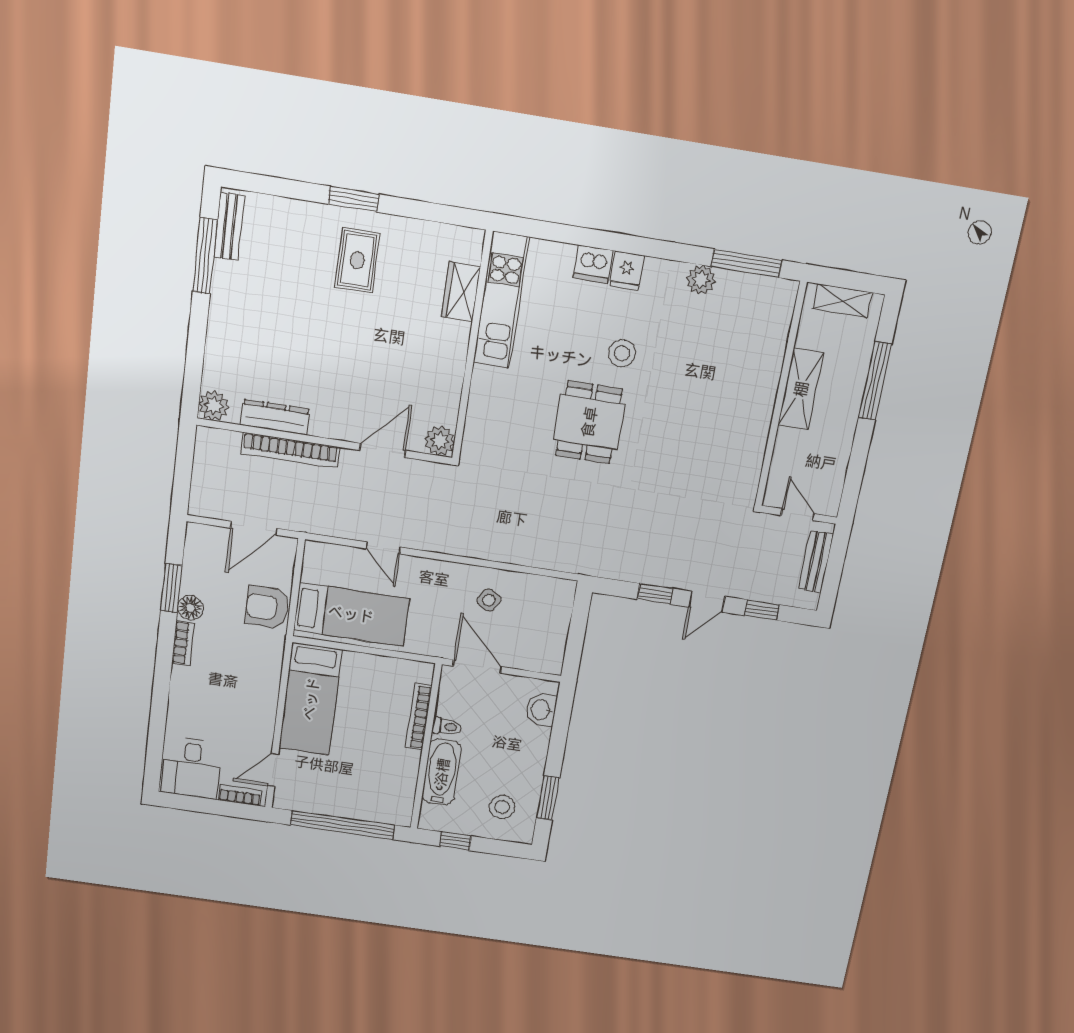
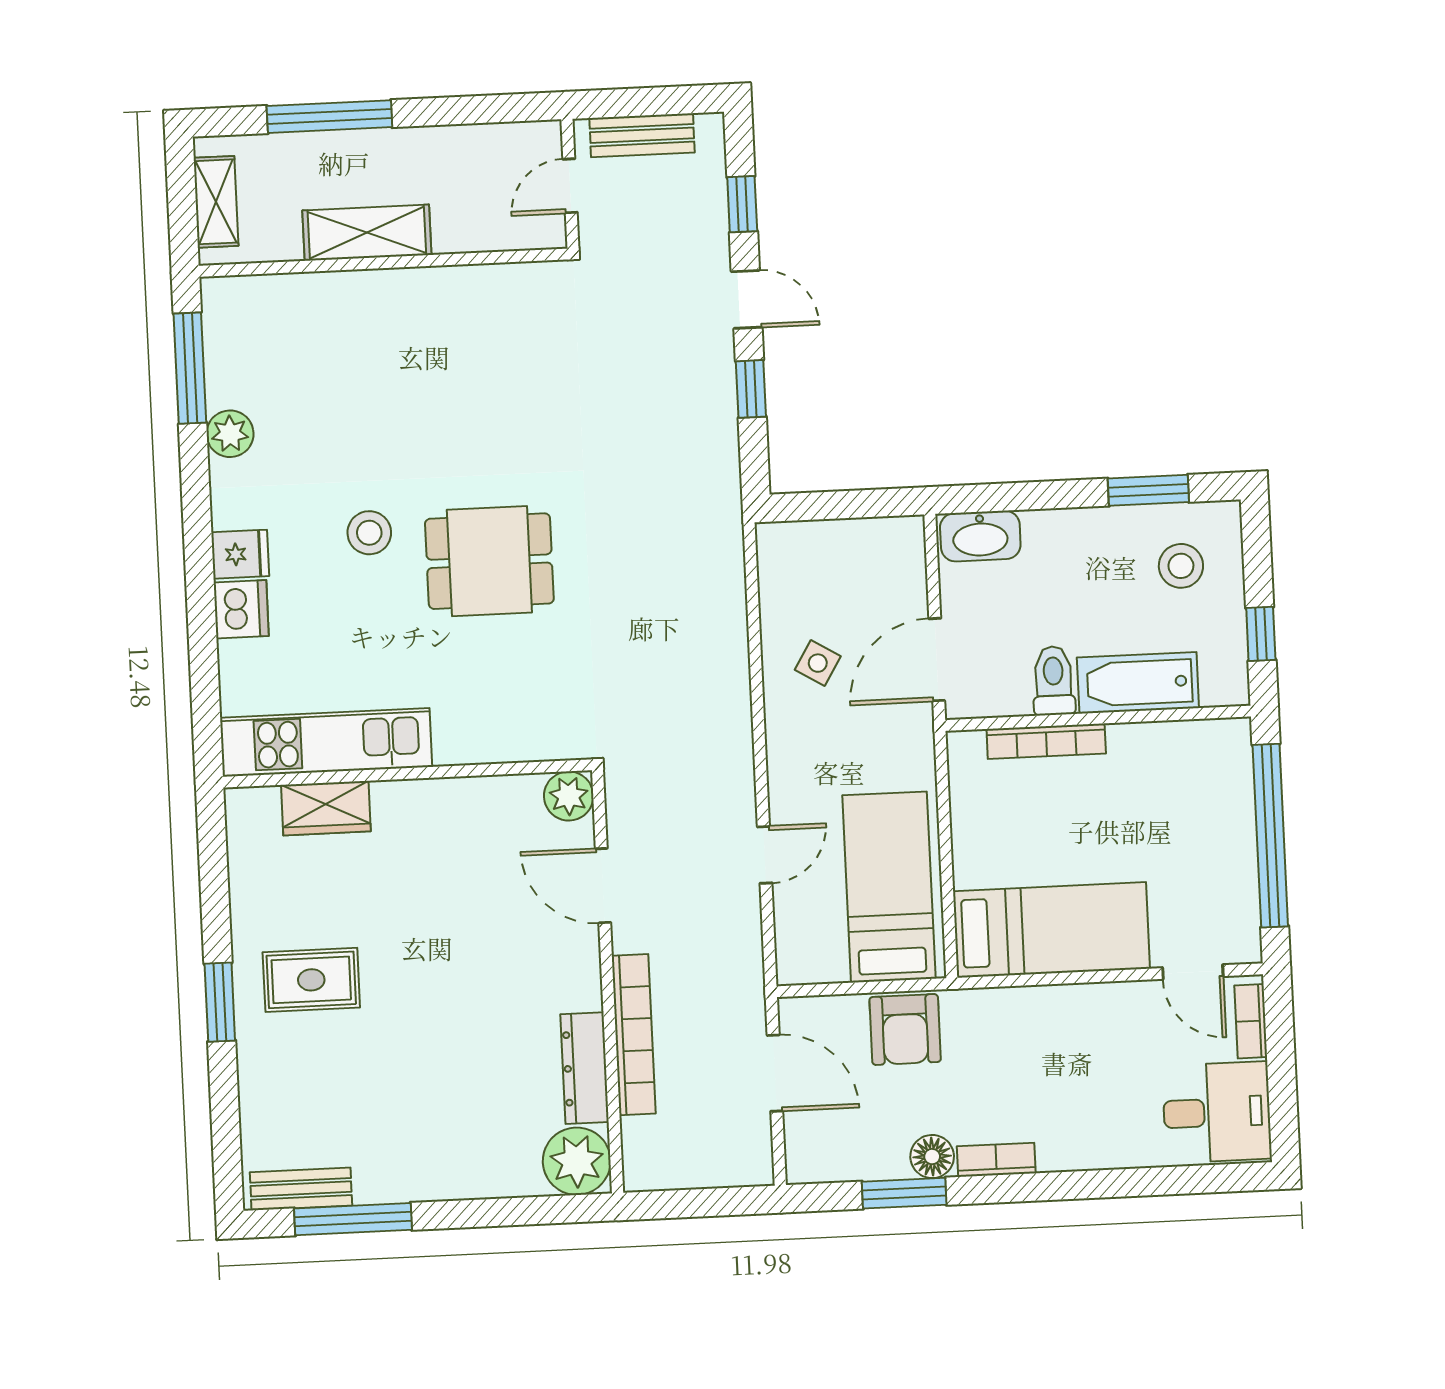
plant: (214, 406) -> (577, 1161), width x1.36, depth x1.36
washbasin: (541, 710) -> (980, 536), width x1.38
toilet: (447, 727) -> (1054, 681), width x1.37, depth x1.39

